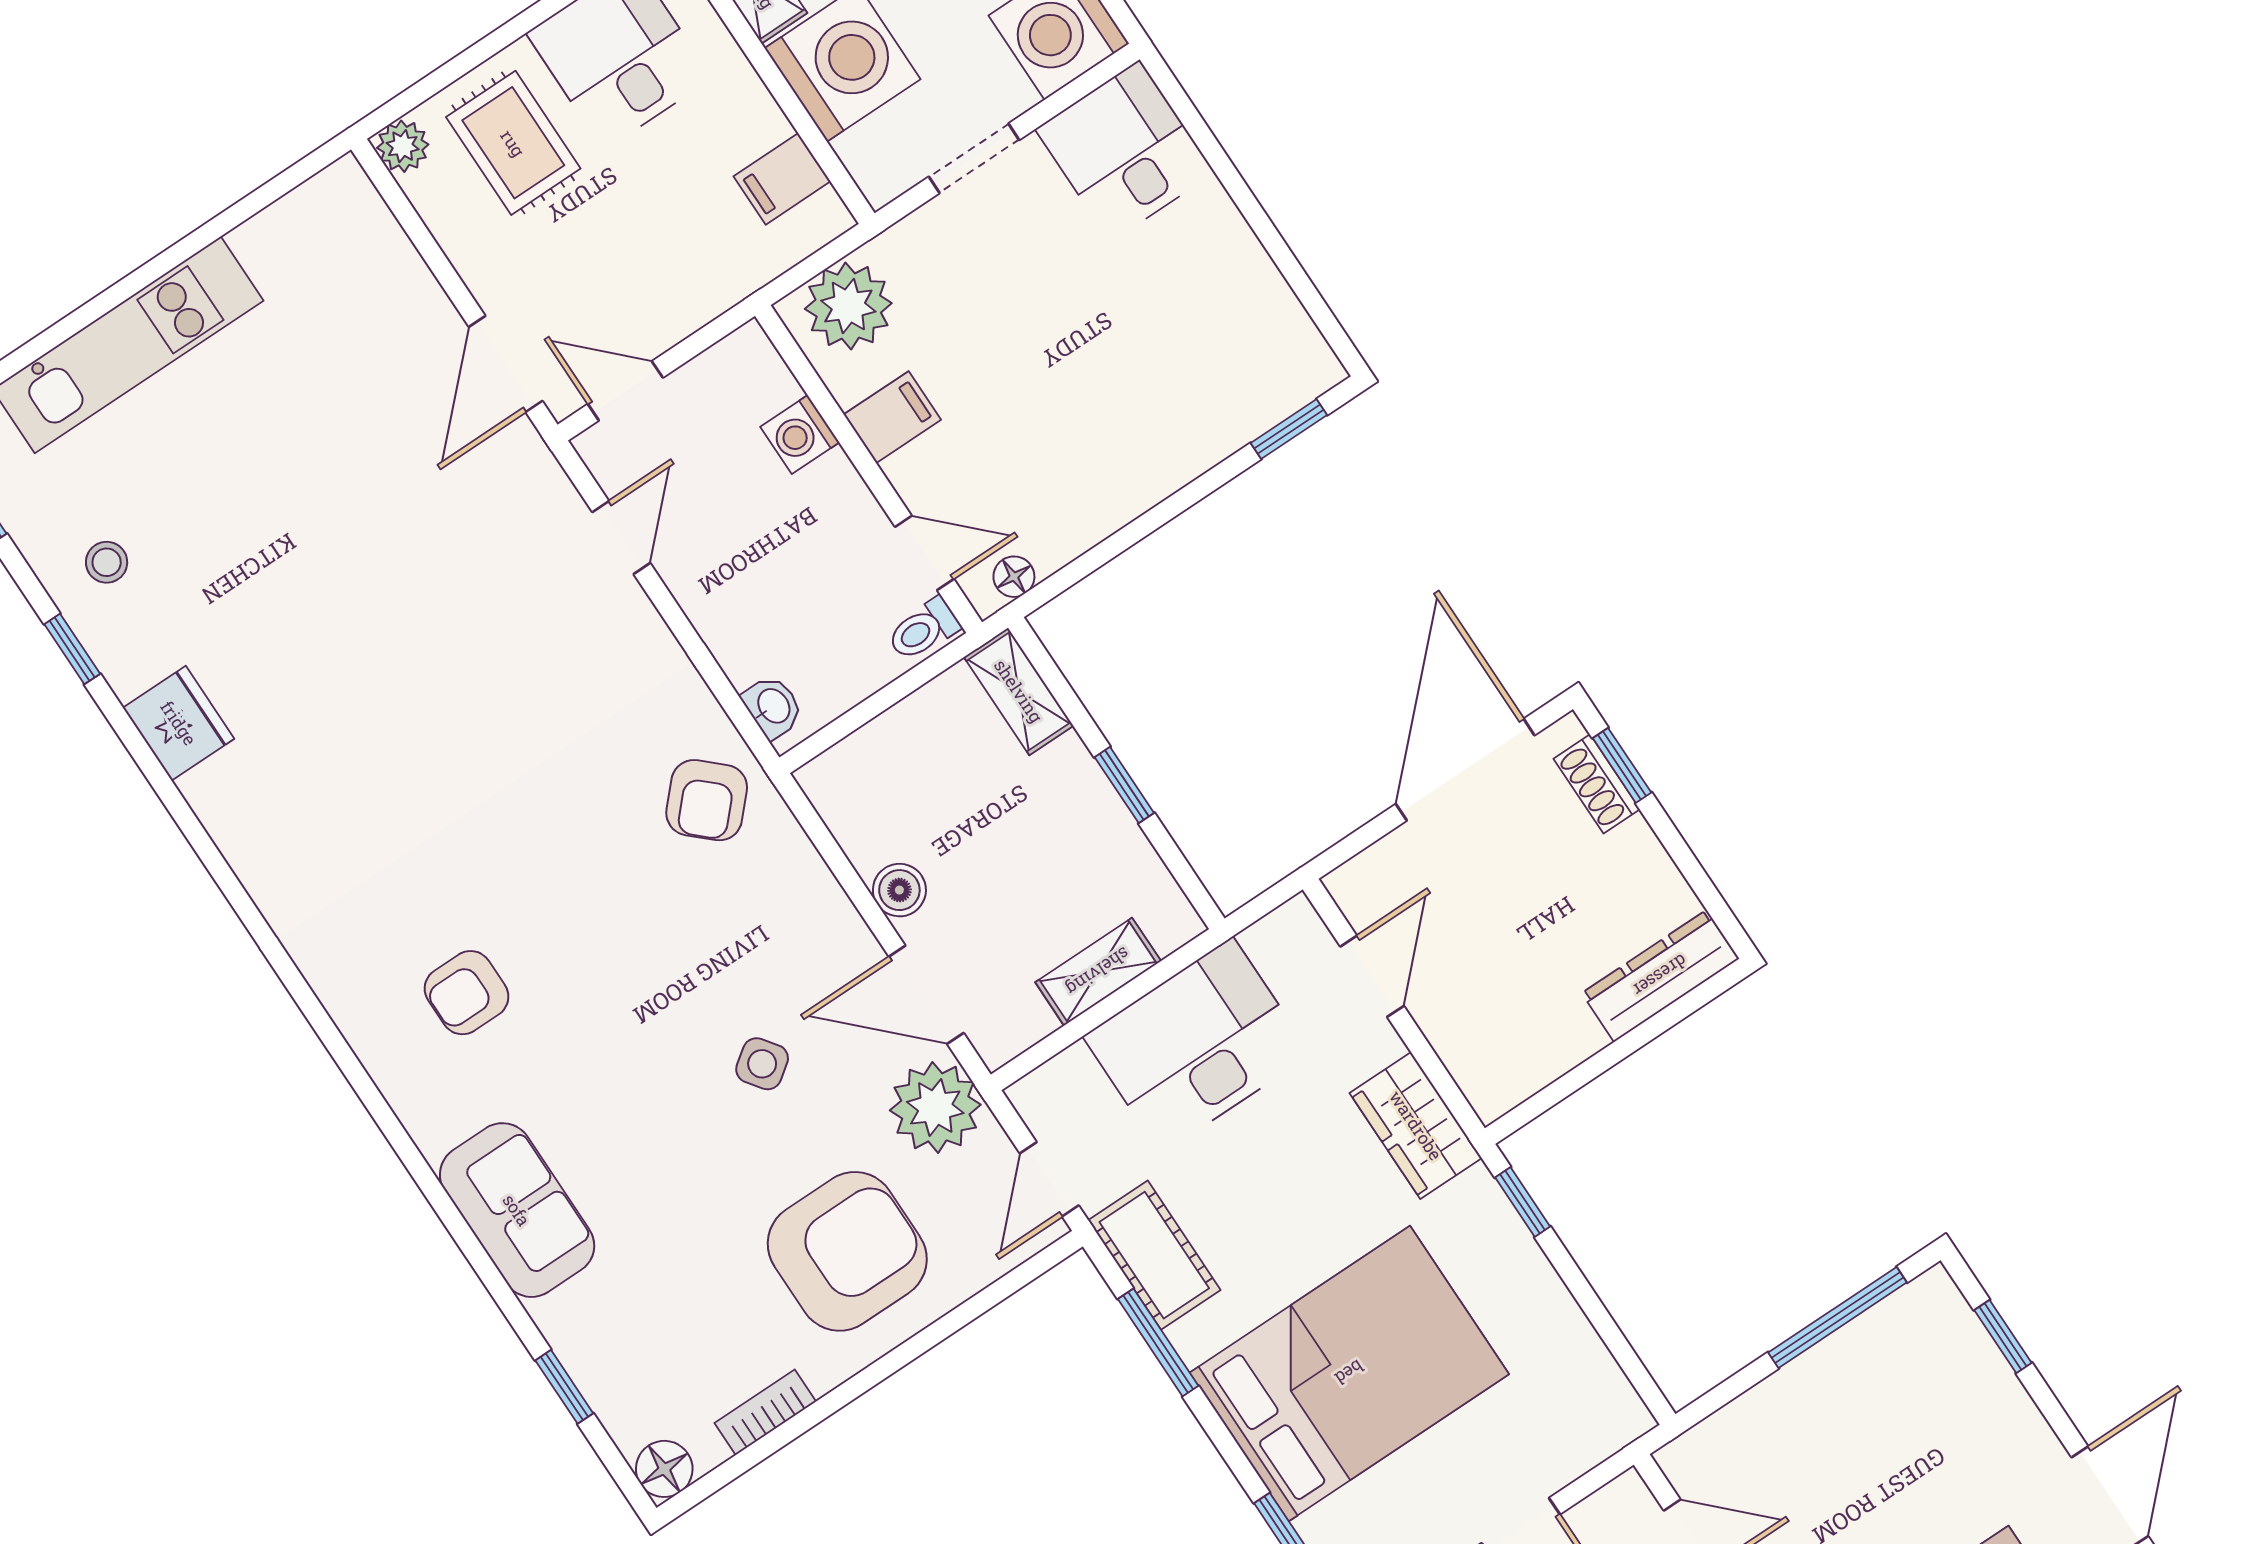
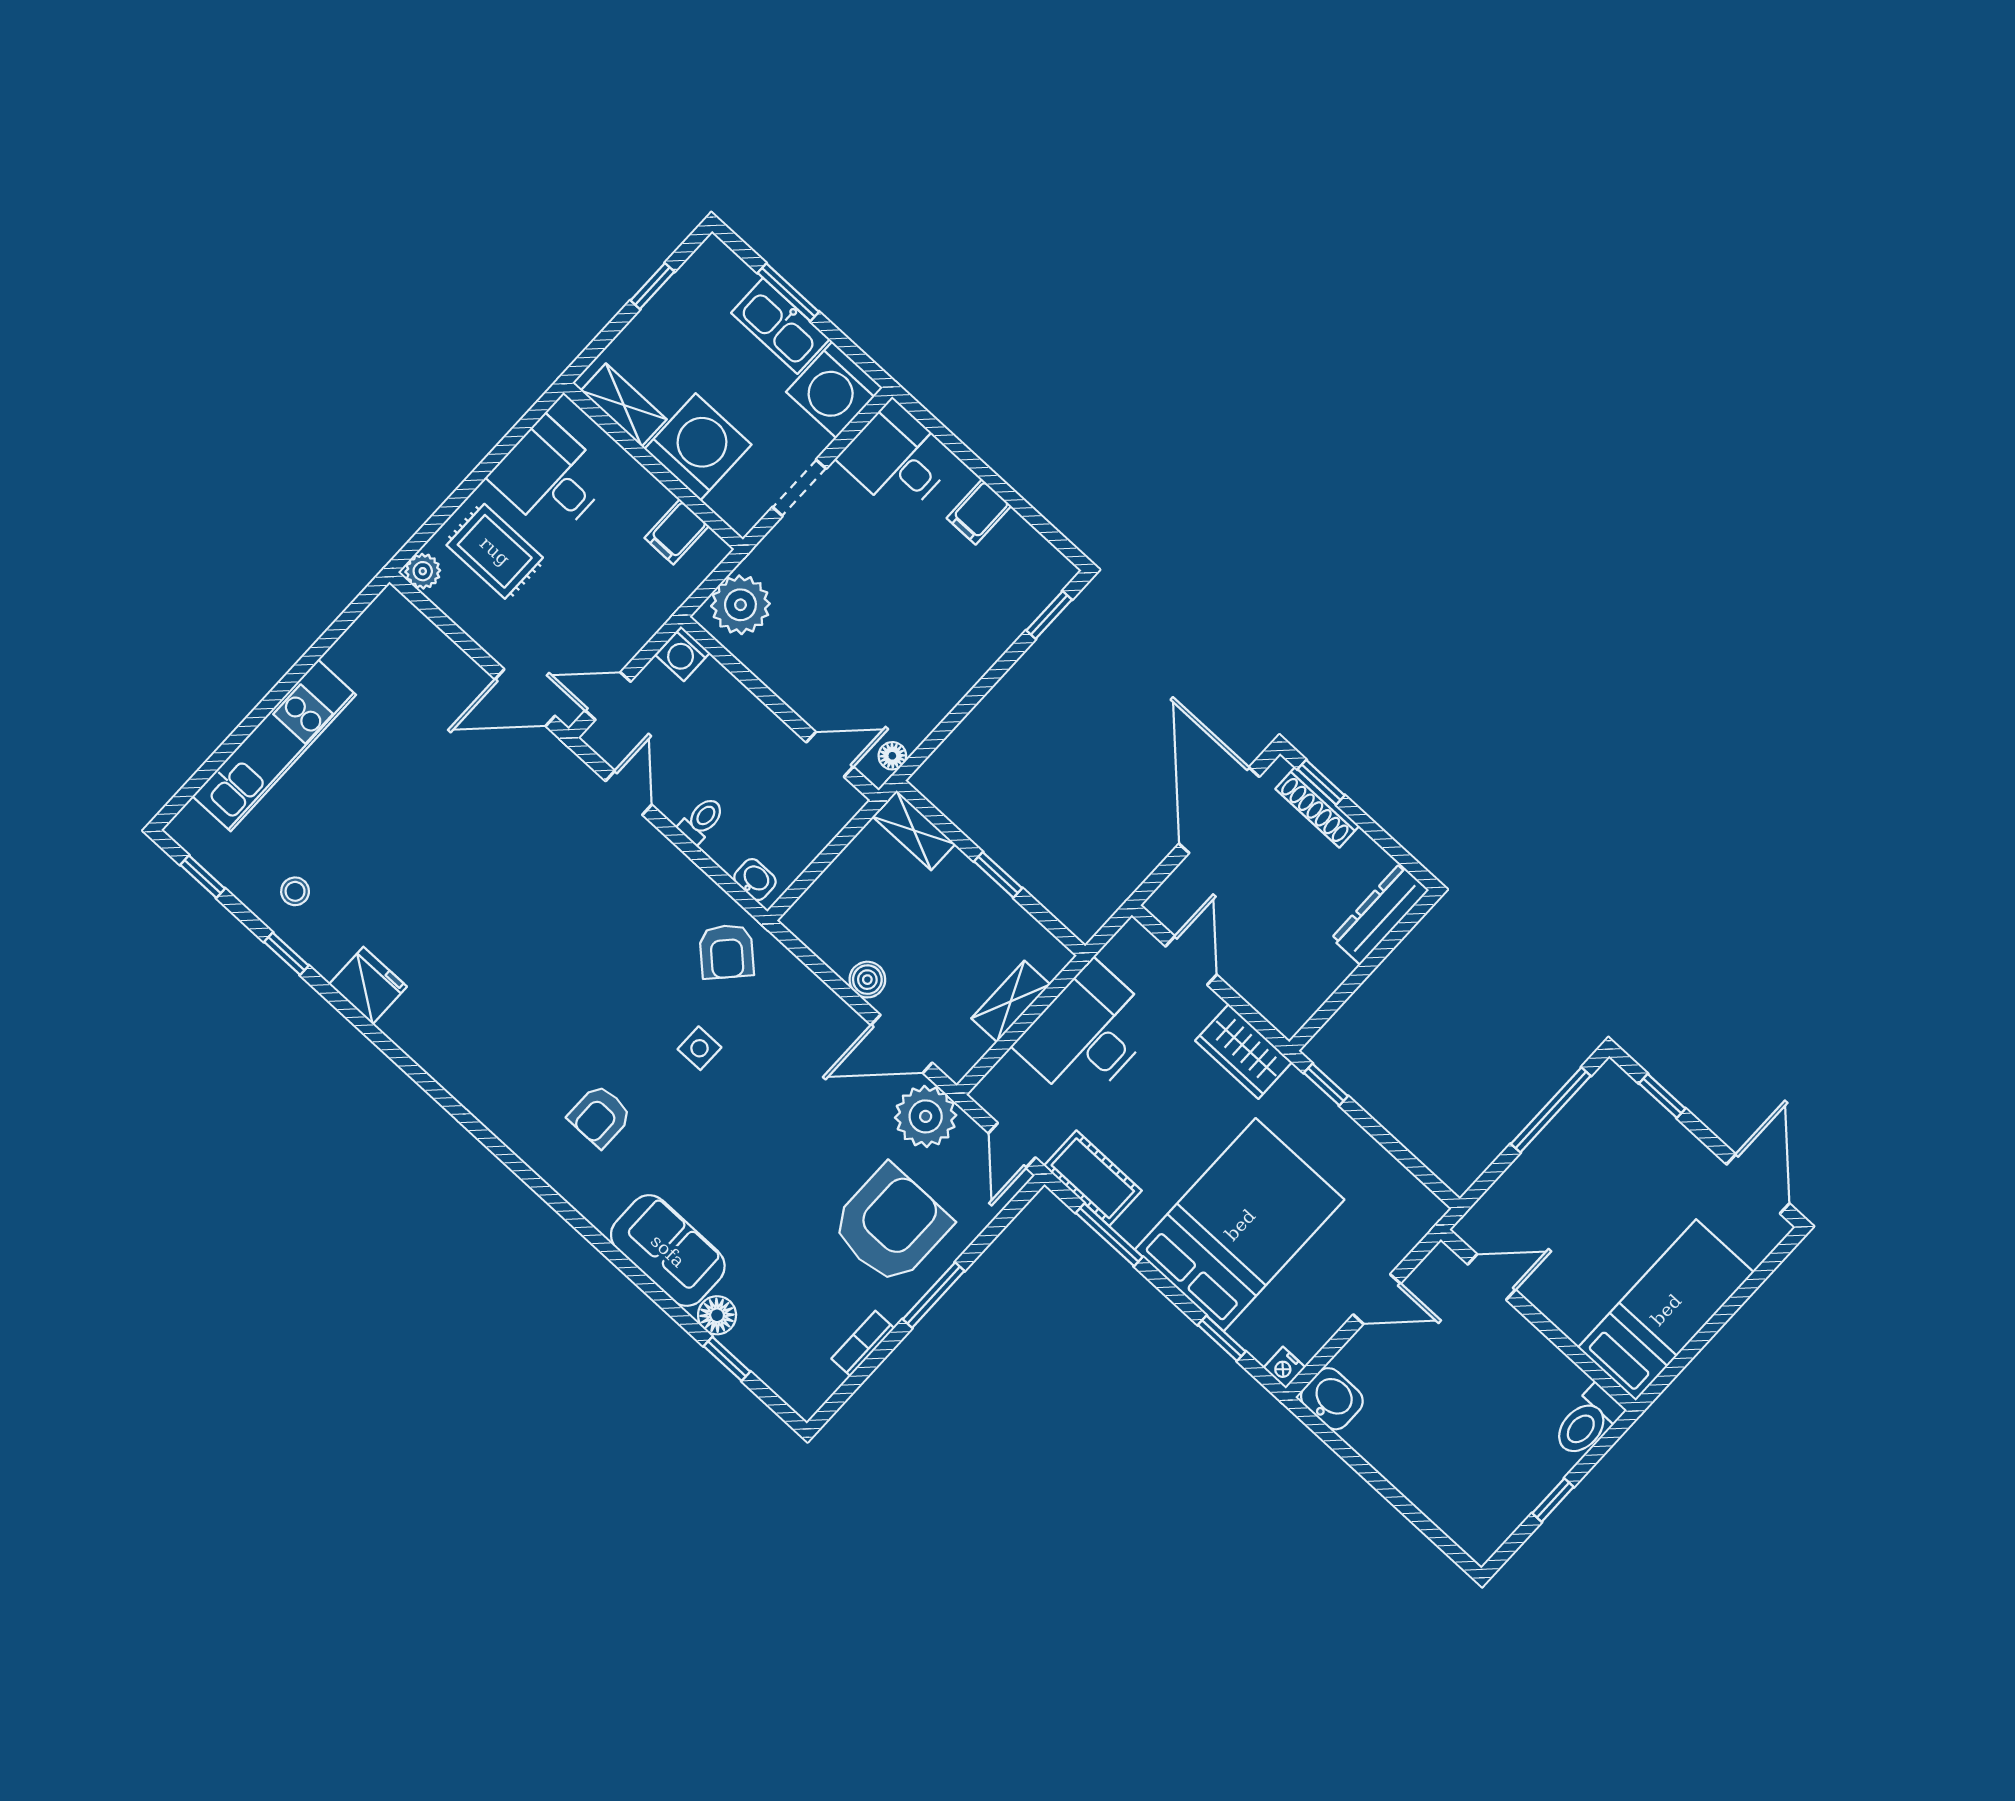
door: (506, 364) -> (525, 698), hinge flipped
filing cabinet: (892, 417) -> (979, 512), moved, turned 180
washing machine: (800, 435) -> (683, 654), moved
toilet: (923, 629) -> (702, 820), moved, turned 180
shoe rack: (1597, 784) -> (1317, 807), width x1.43
side table: (762, 1064) -> (699, 1048), moved, turned 36
window: (884, 1367) -> (934, 1295), added
floor lamp: (664, 1469) -> (717, 1315), moved

